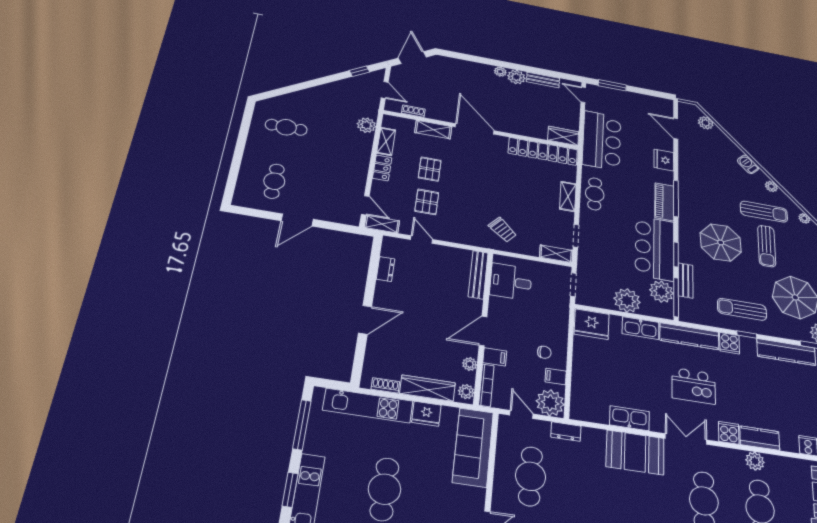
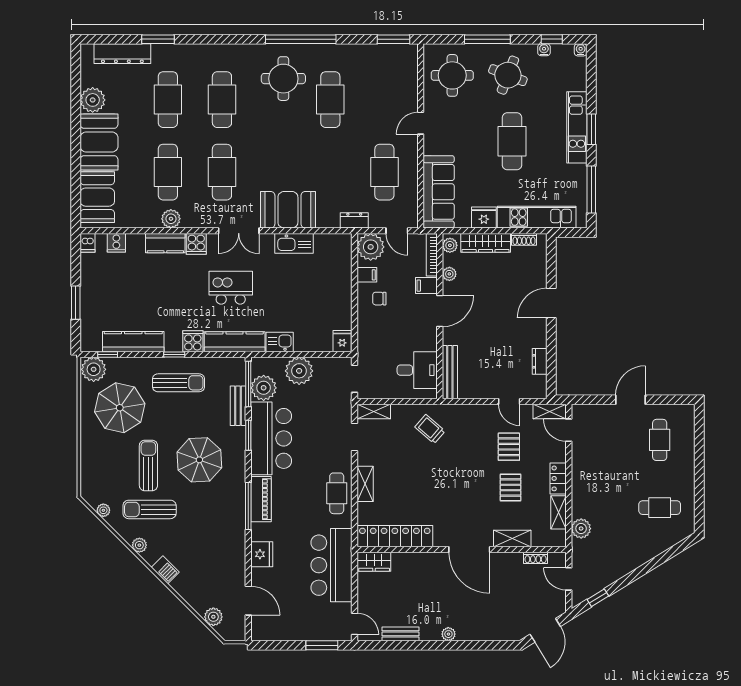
plant: (516, 77) -> (430, 631), removed
fridge: (592, 324) -> (342, 341), width x0.53, depth x0.75
kitchen sink: (641, 328) -> (280, 342), width x0.73

